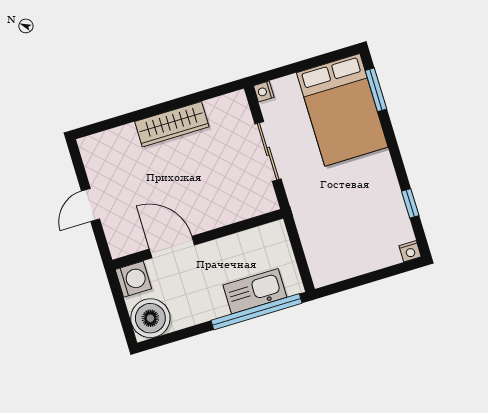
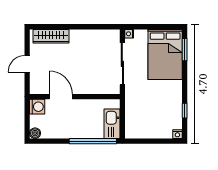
wardrobe: (172, 124) -> (51, 36), moved
sliding door: (268, 151) -> (122, 64), width x1.37
kitchen sink: (255, 291) -> (112, 124), moved, turned -90
boiler: (150, 318) -> (35, 133), width x0.54, depth x0.54

